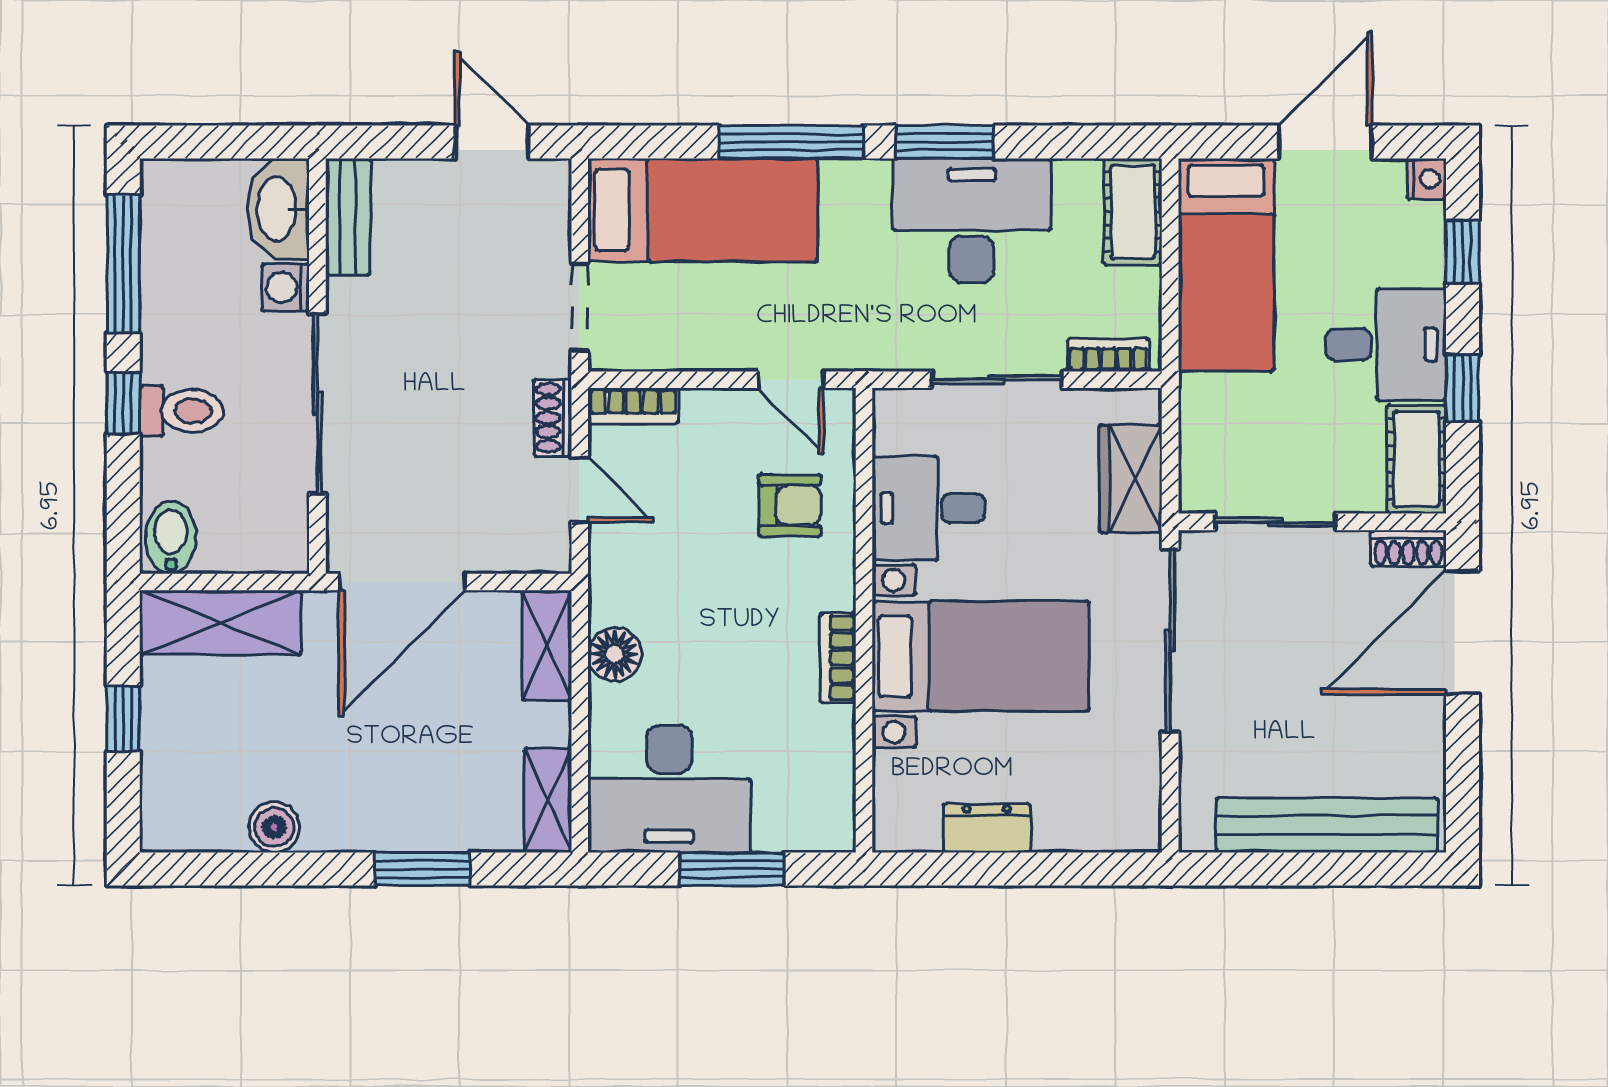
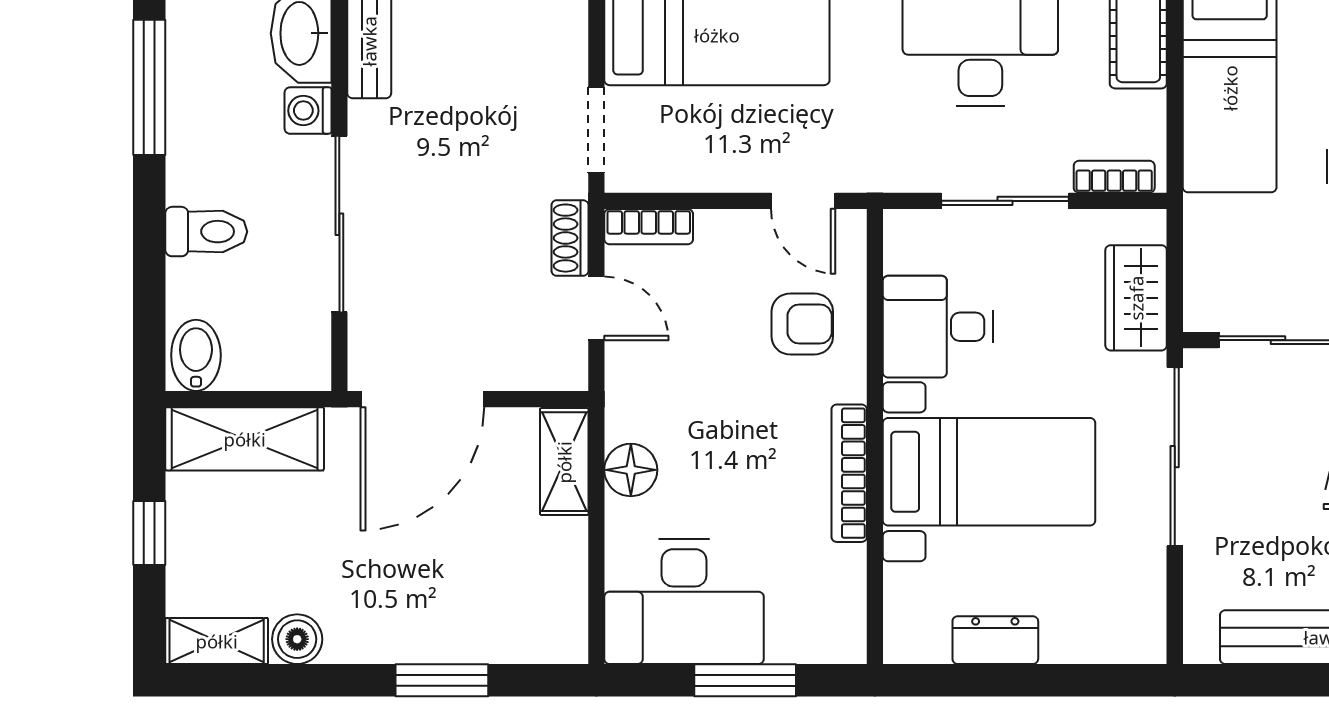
window: (123, 403) -> (149, 224), removed
bookcase: (838, 658) -> (849, 473), width x1.56
shelving: (548, 800) -> (217, 641), moved, turned 90

